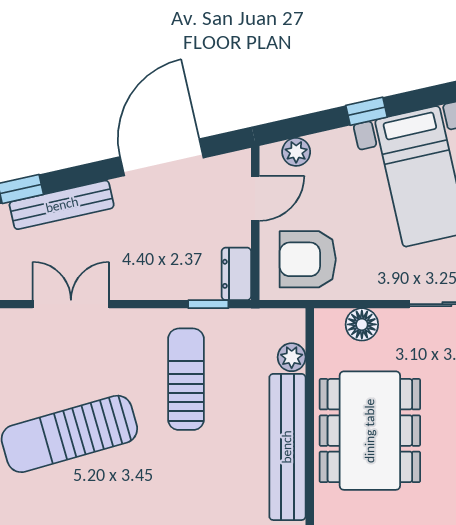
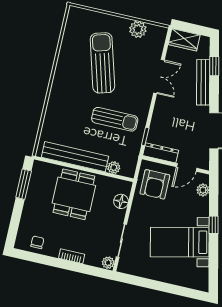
door: (255, 198) -> (187, 167), hinge flipped
armchair: (308, 259) -> (155, 184), turned 180
dresser: (236, 274) -> (161, 153), width x1.44
dining table: (370, 431) -> (74, 194), width x0.73

